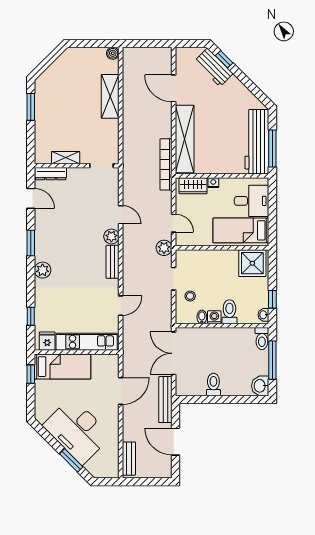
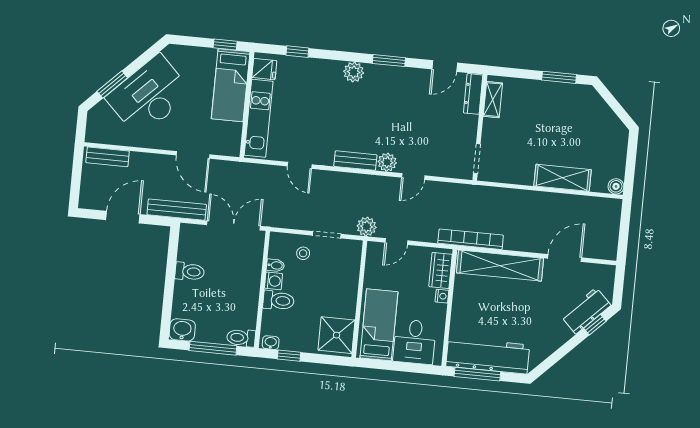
shelving: (66, 158) -> (493, 100), moved

